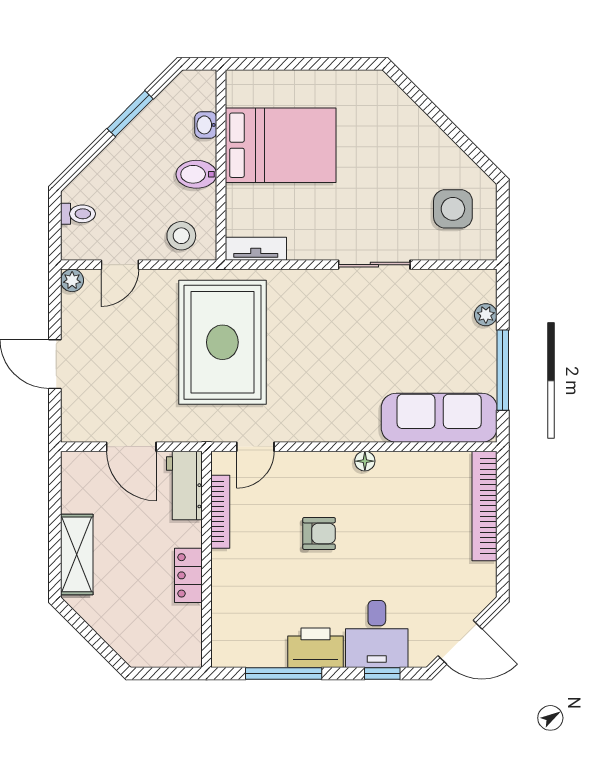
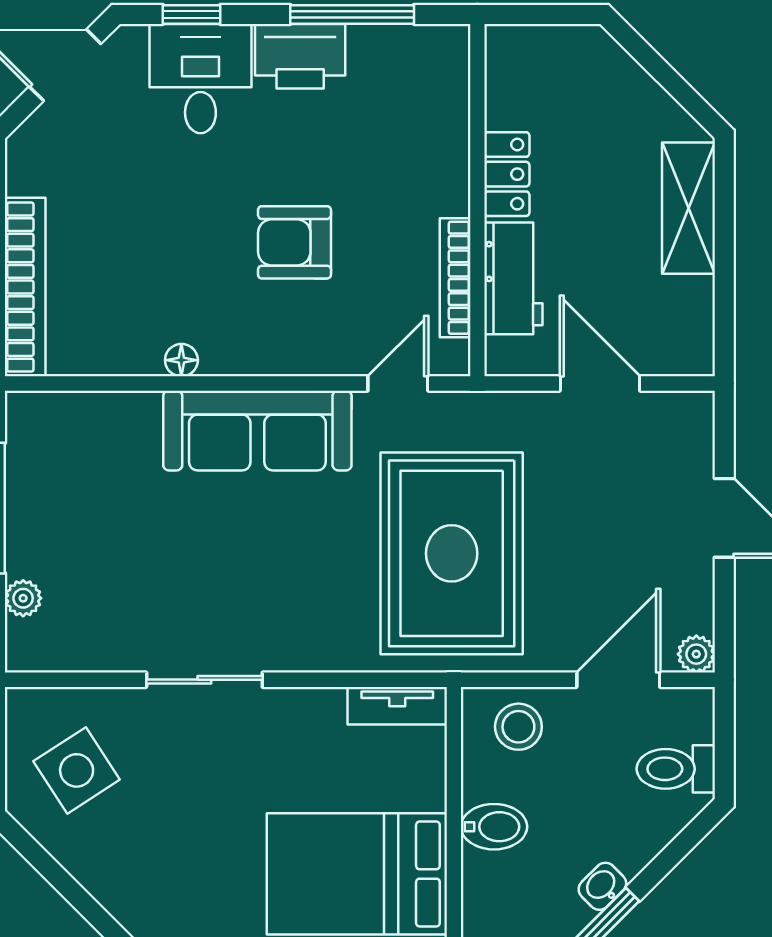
washbasin: (206, 125) -> (602, 886), moved, turned -135
side table: (453, 209) -> (77, 770), turned -33
toilet: (78, 214) -> (676, 769), width x1.37, depth x1.39
door: (120, 265) -> (618, 680), width x1.38
sofa: (439, 418) -> (257, 431), moved
floor lamp: (365, 461) -> (181, 360), moved
workbench: (184, 485) -> (513, 278), moved
armchair: (319, 533) -> (294, 242), width x1.38, depth x1.38

